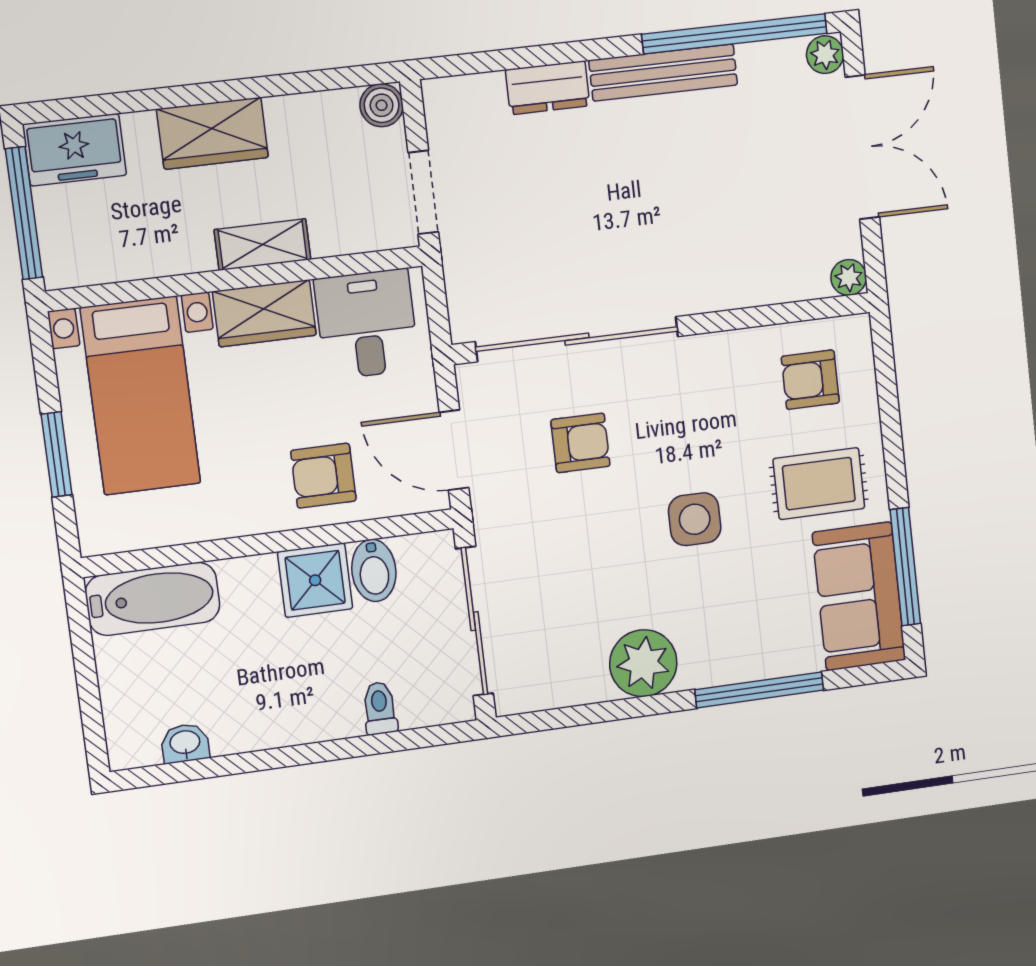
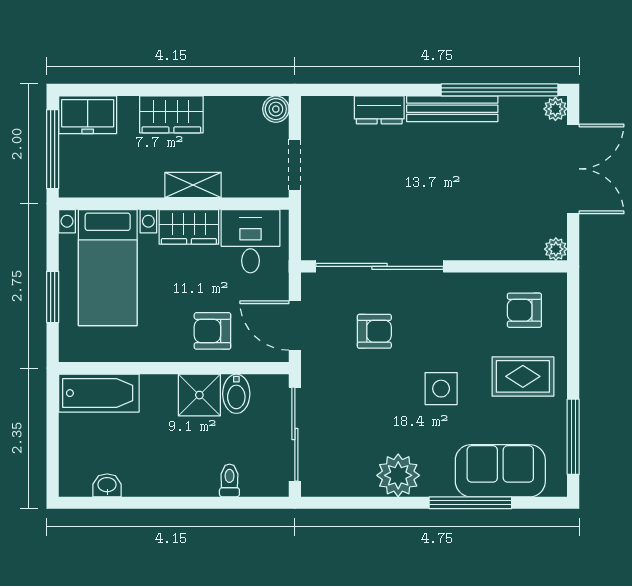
sofa: (859, 596) -> (500, 471), moved, turned 90

